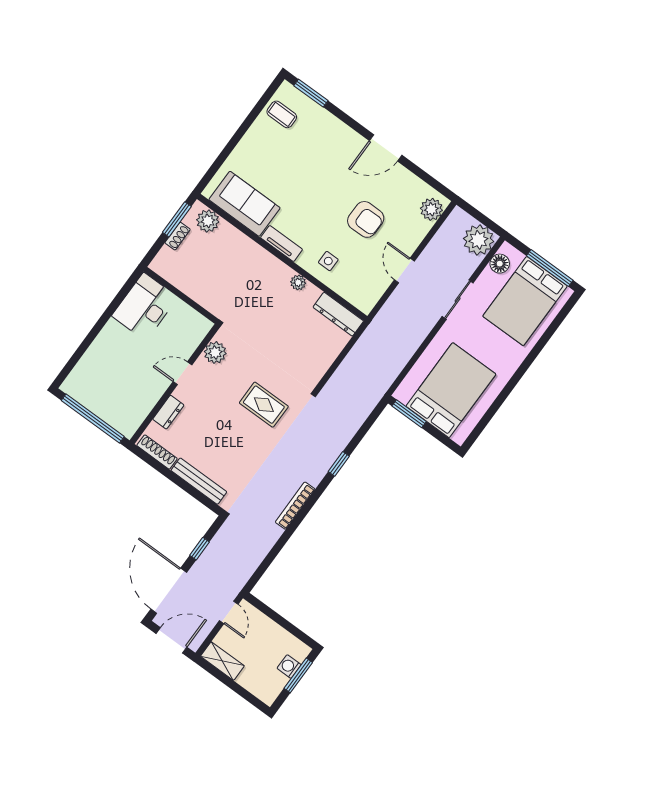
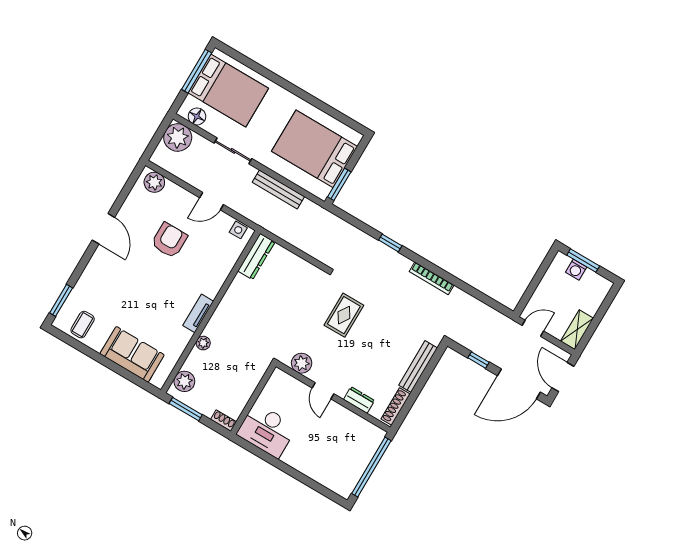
sofa: (244, 204) -> (132, 354), moved, turned 90
shoe rack: (178, 236) -> (224, 421), moved
side table: (328, 261) -> (238, 230), moved
plant: (298, 282) -> (203, 343), moved
bench: (410, 346) -> (278, 189), added

